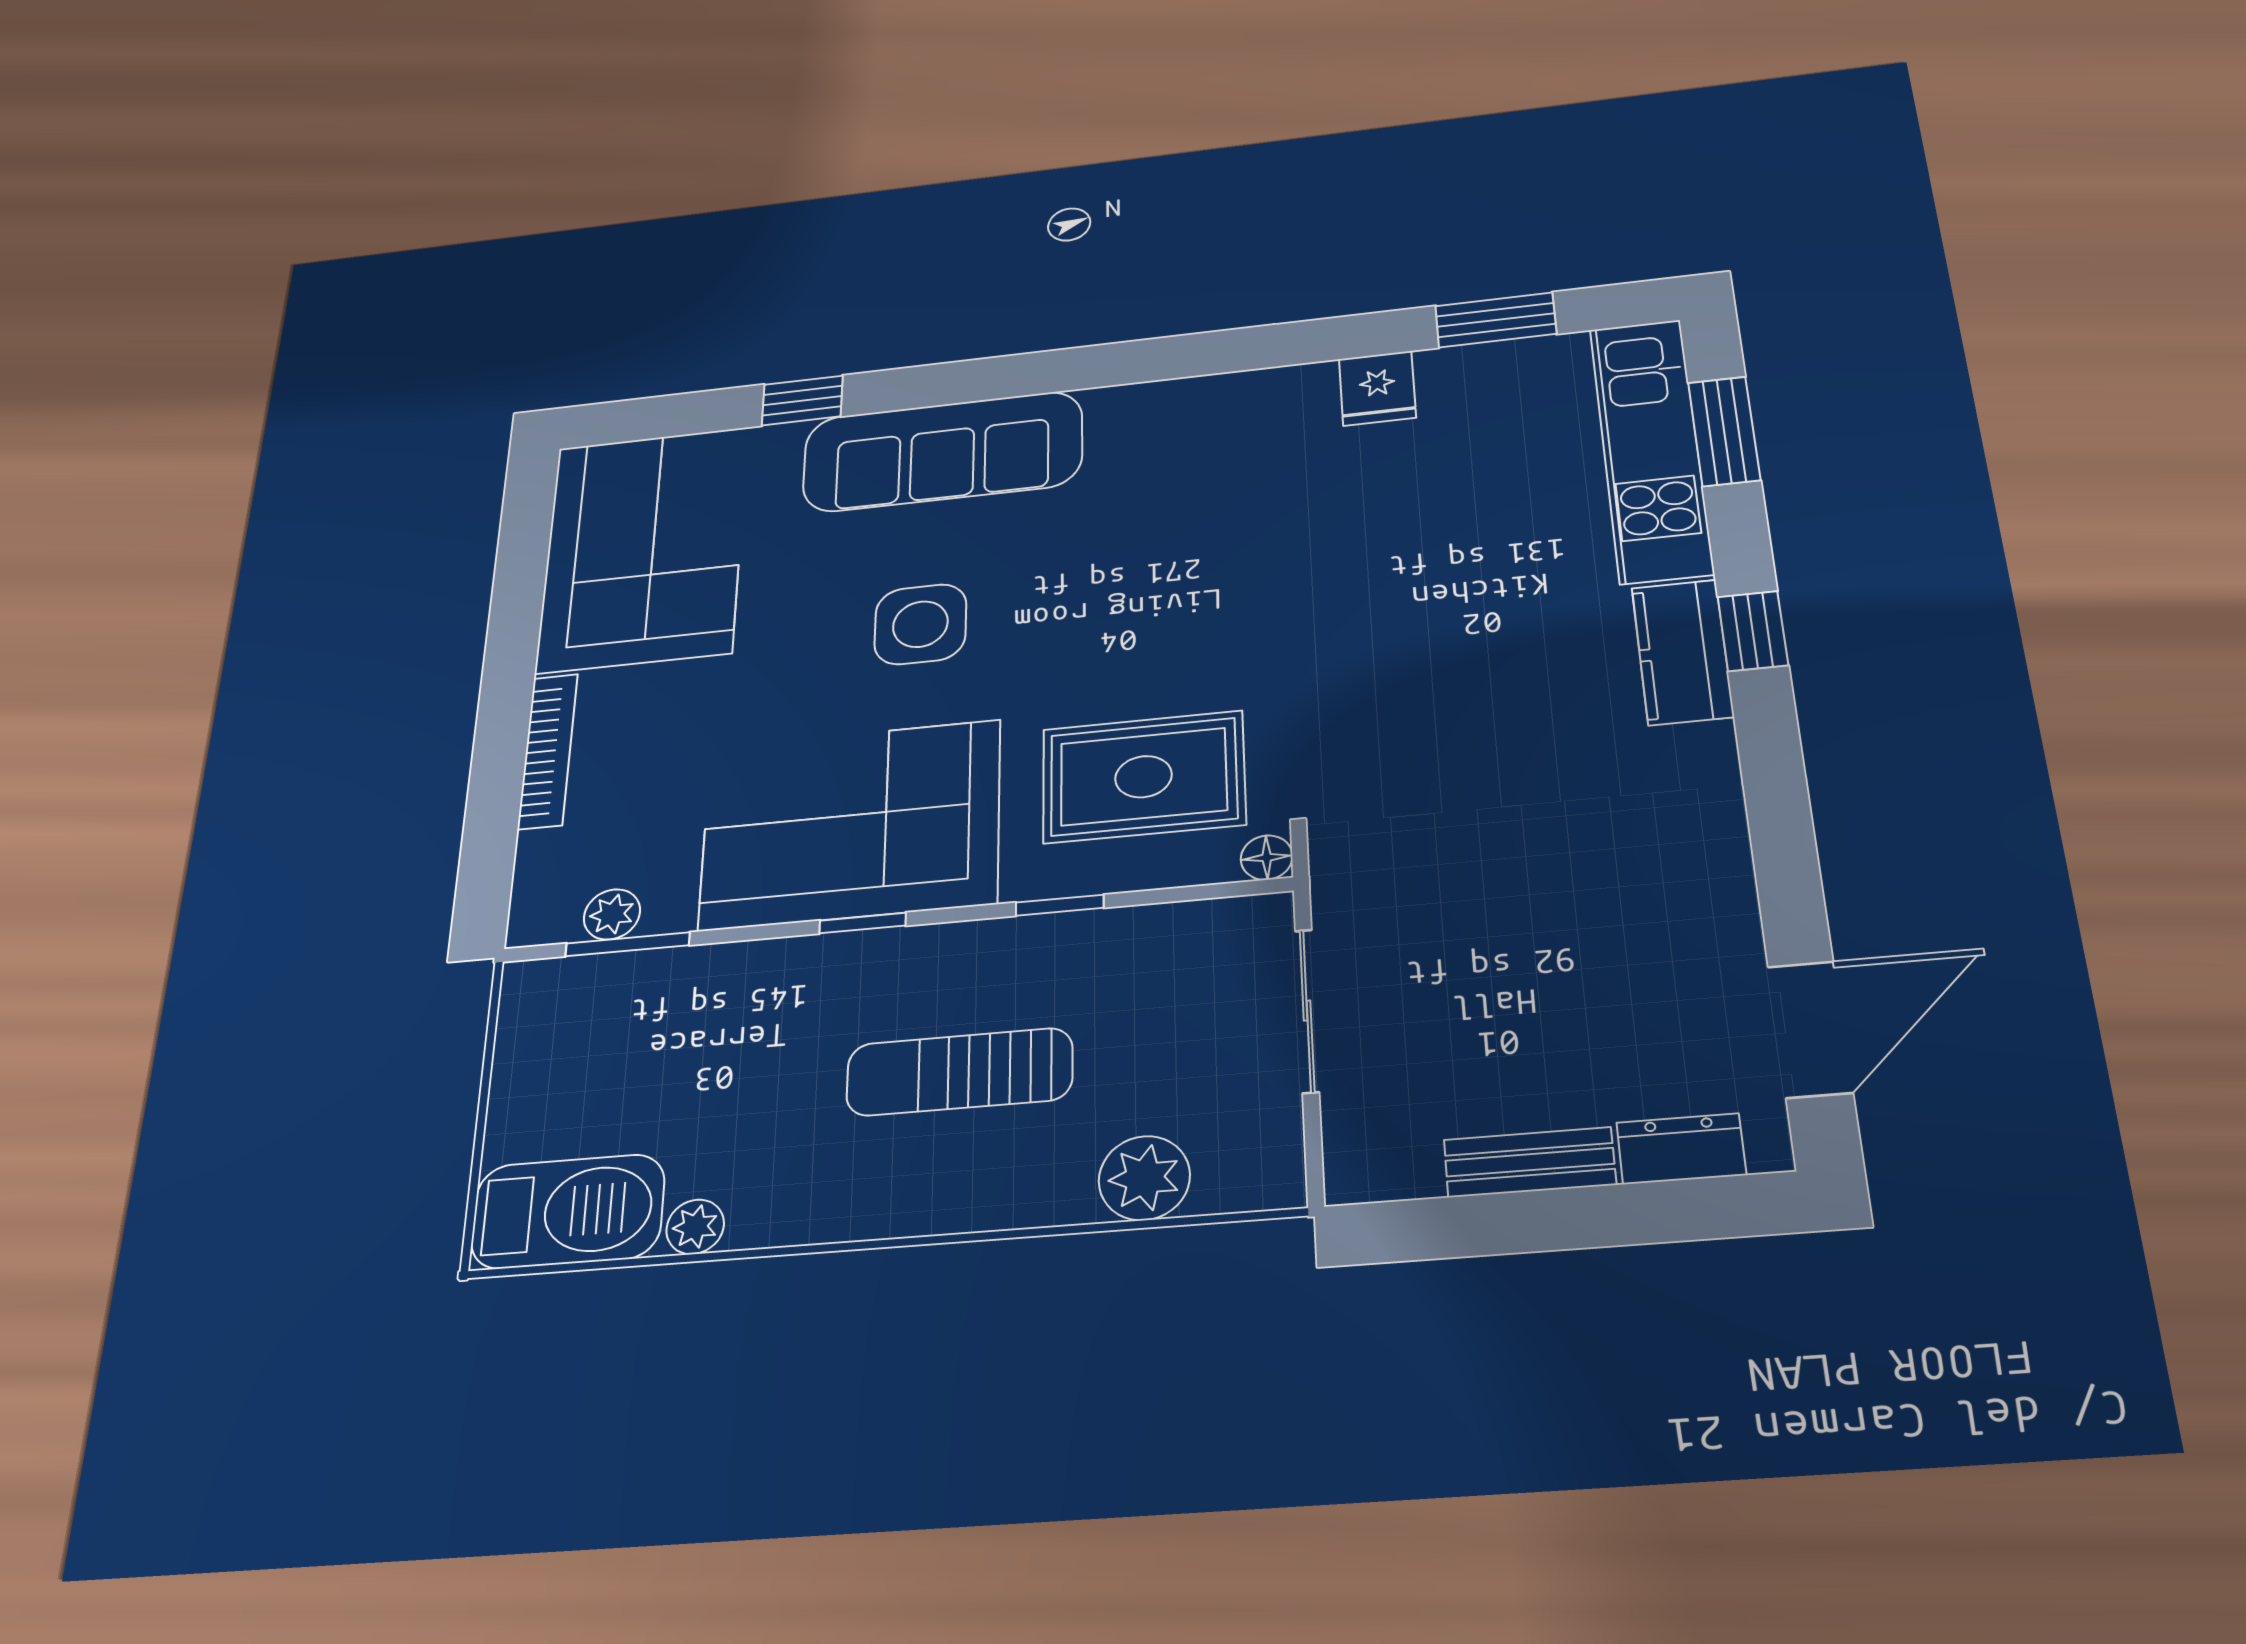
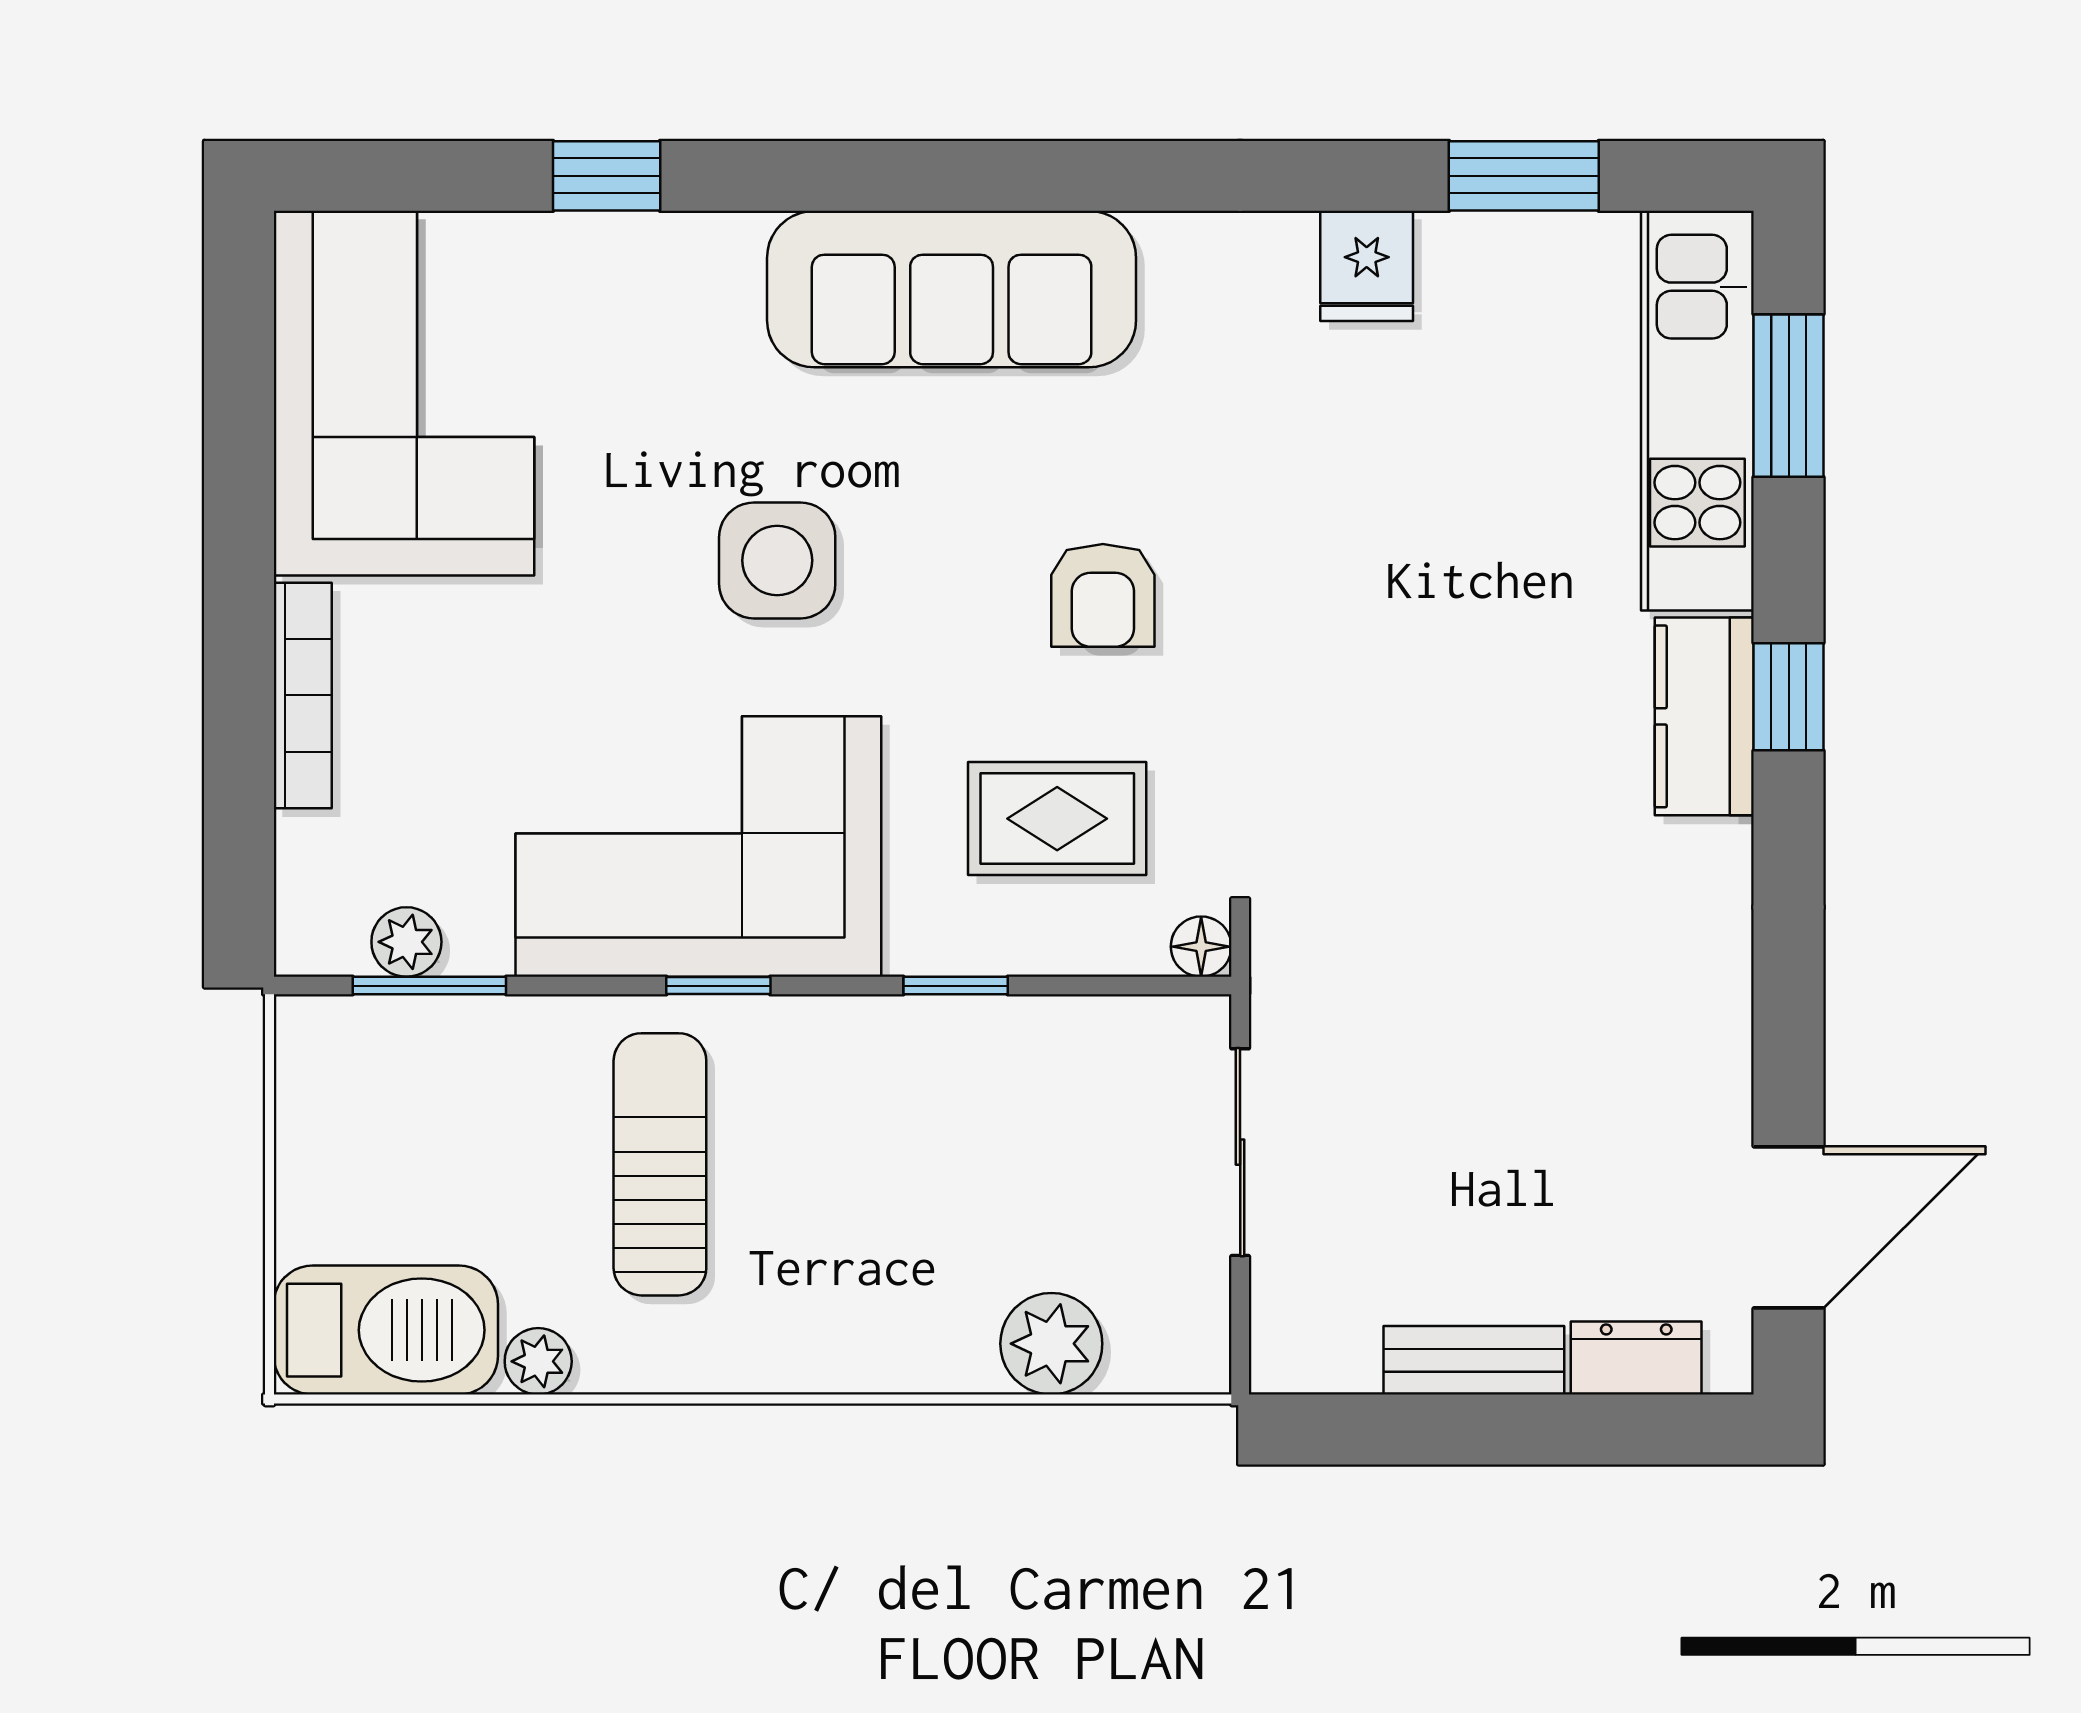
sofa: (942, 452) -> (952, 289), moved
armchair: (1178, 620) -> (1103, 595), added
rug: (1143, 777) -> (1057, 819), width x0.73, depth x0.70
sun lounger: (959, 1072) -> (660, 1164), moved, turned 90

